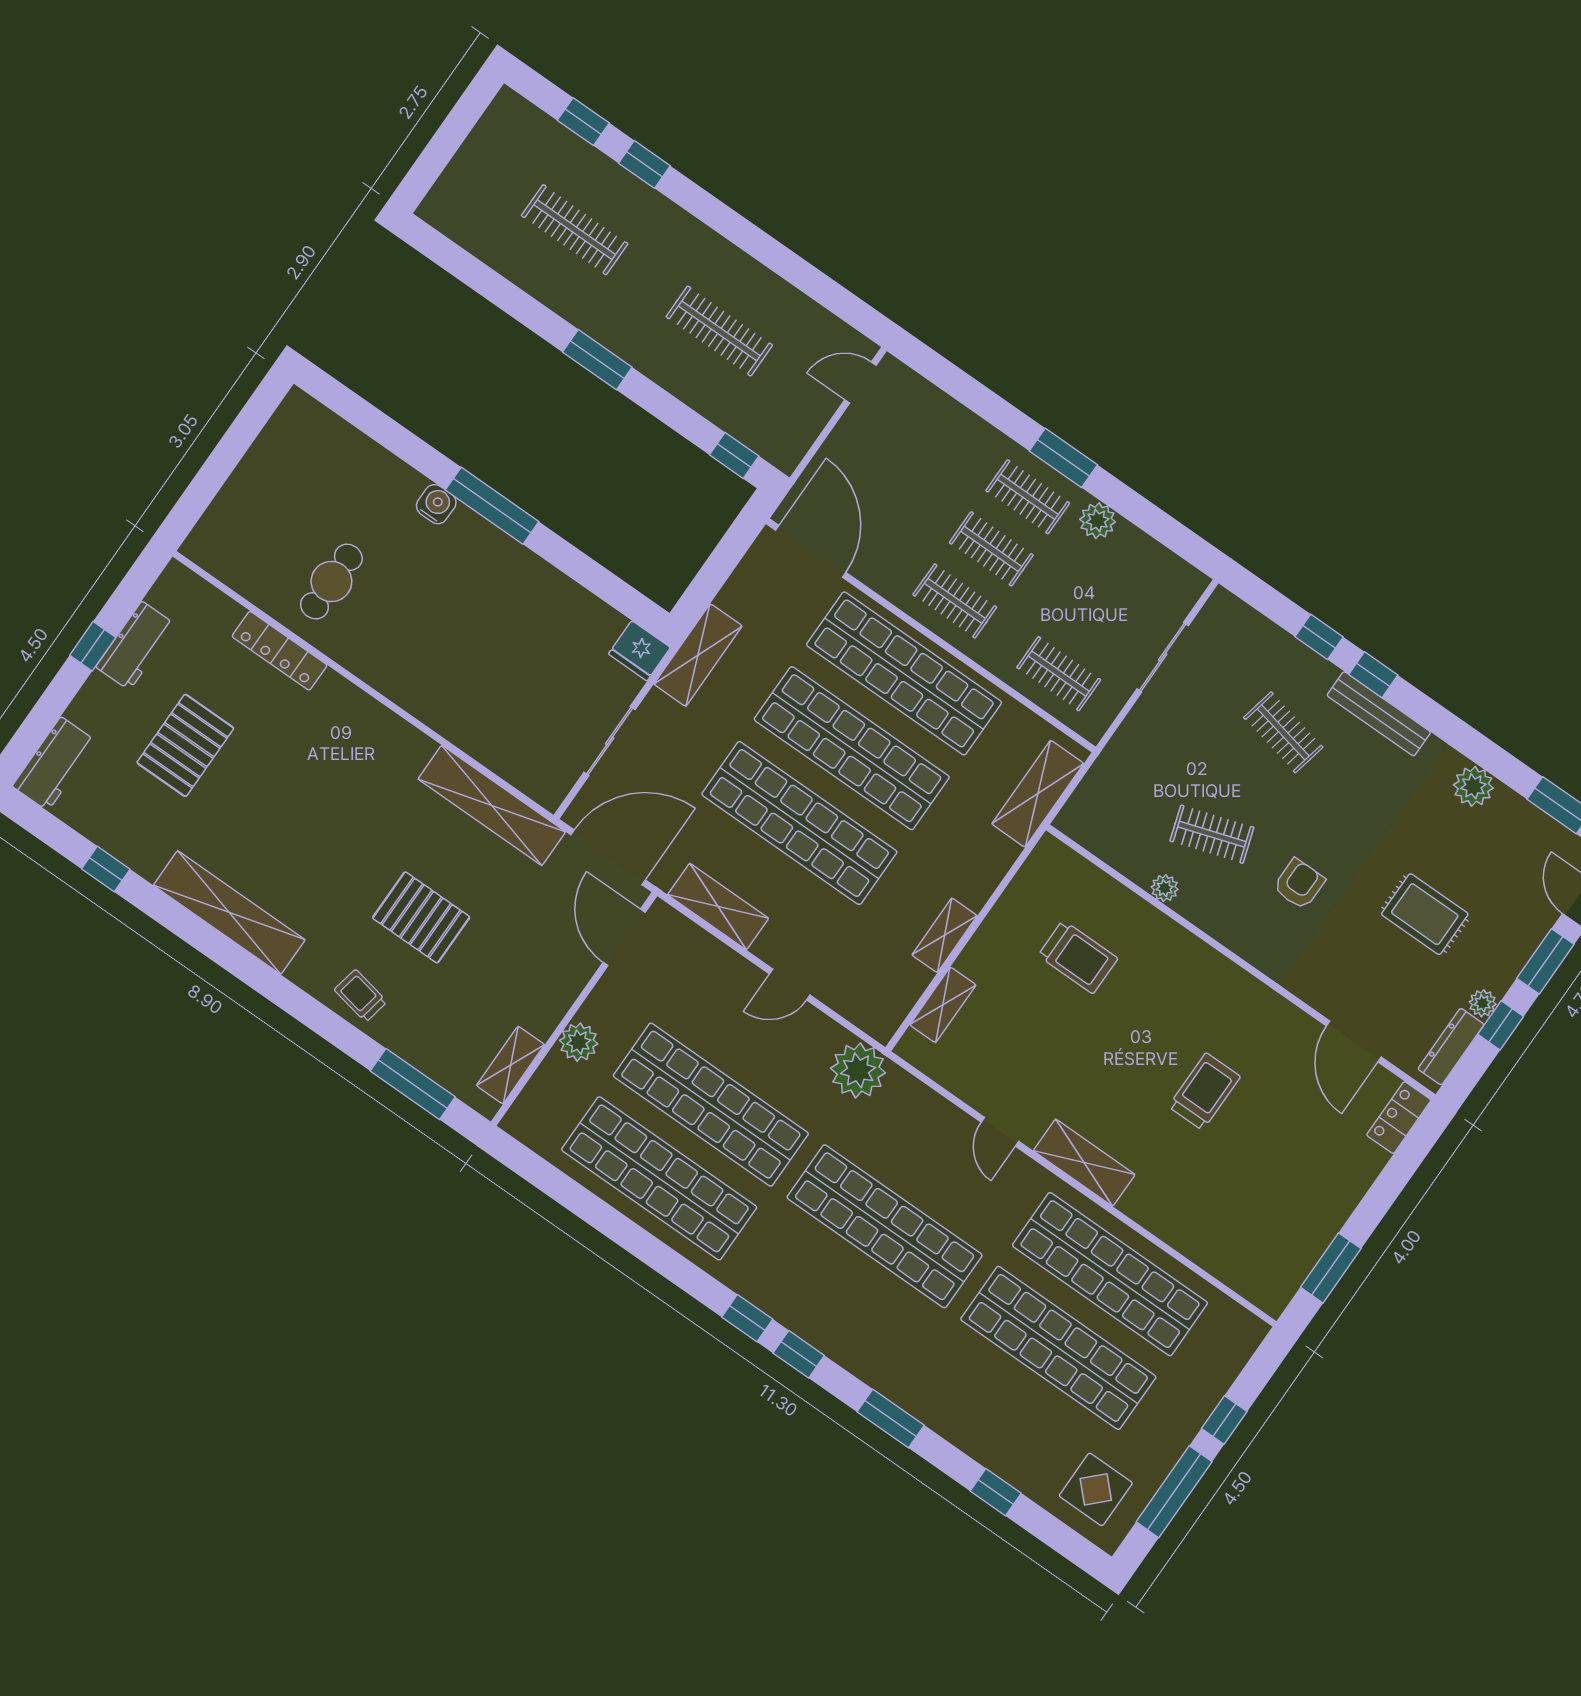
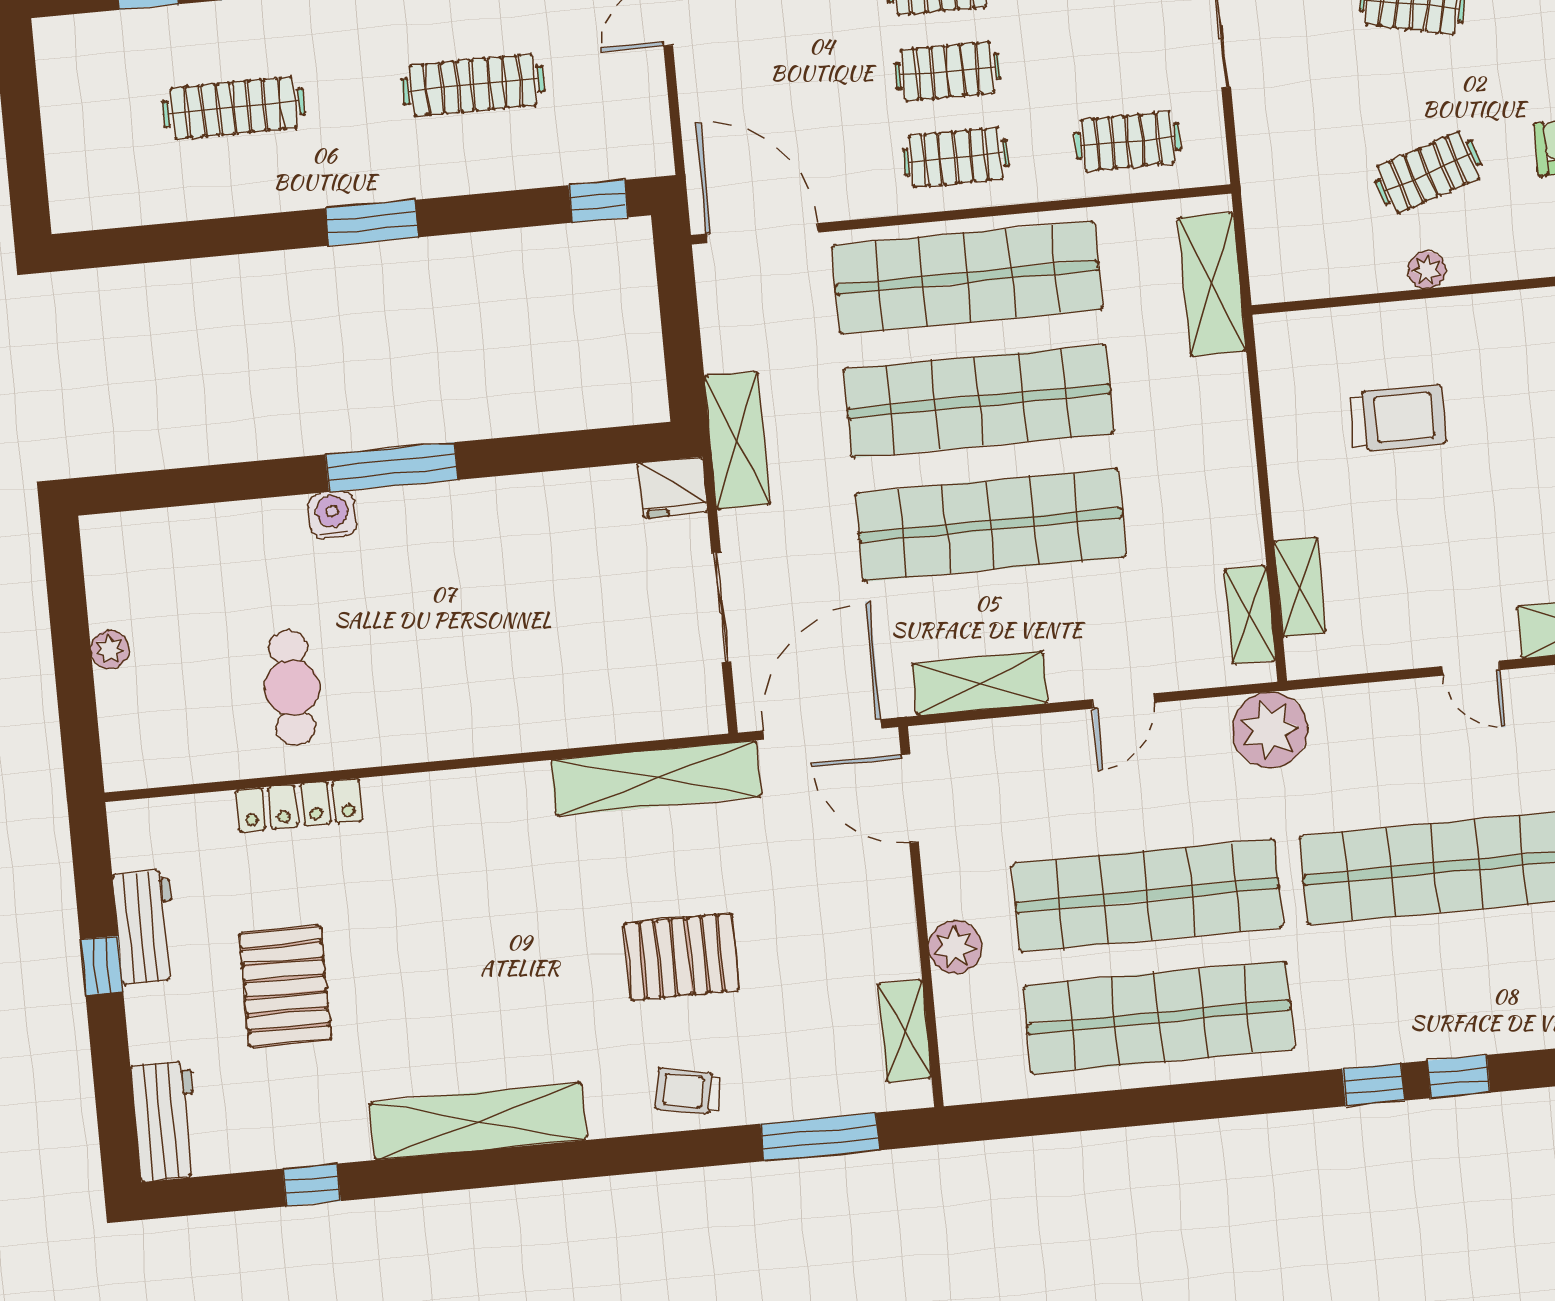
plant: (248, 473) -> (110, 649), added
shelving: (944, 935) -> (1250, 615), moved

